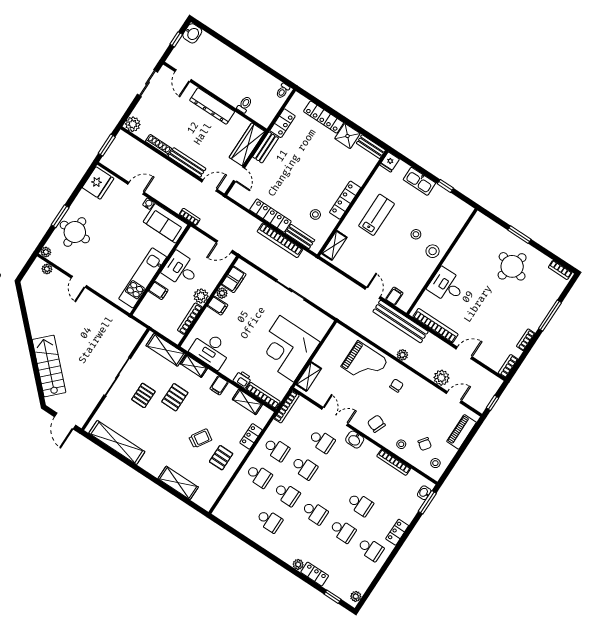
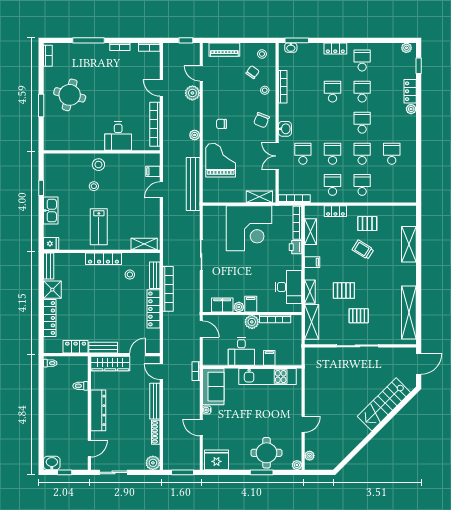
lab bench: (377, 215) -> (99, 227), turned -90
bench: (401, 322) -> (193, 184), moved

